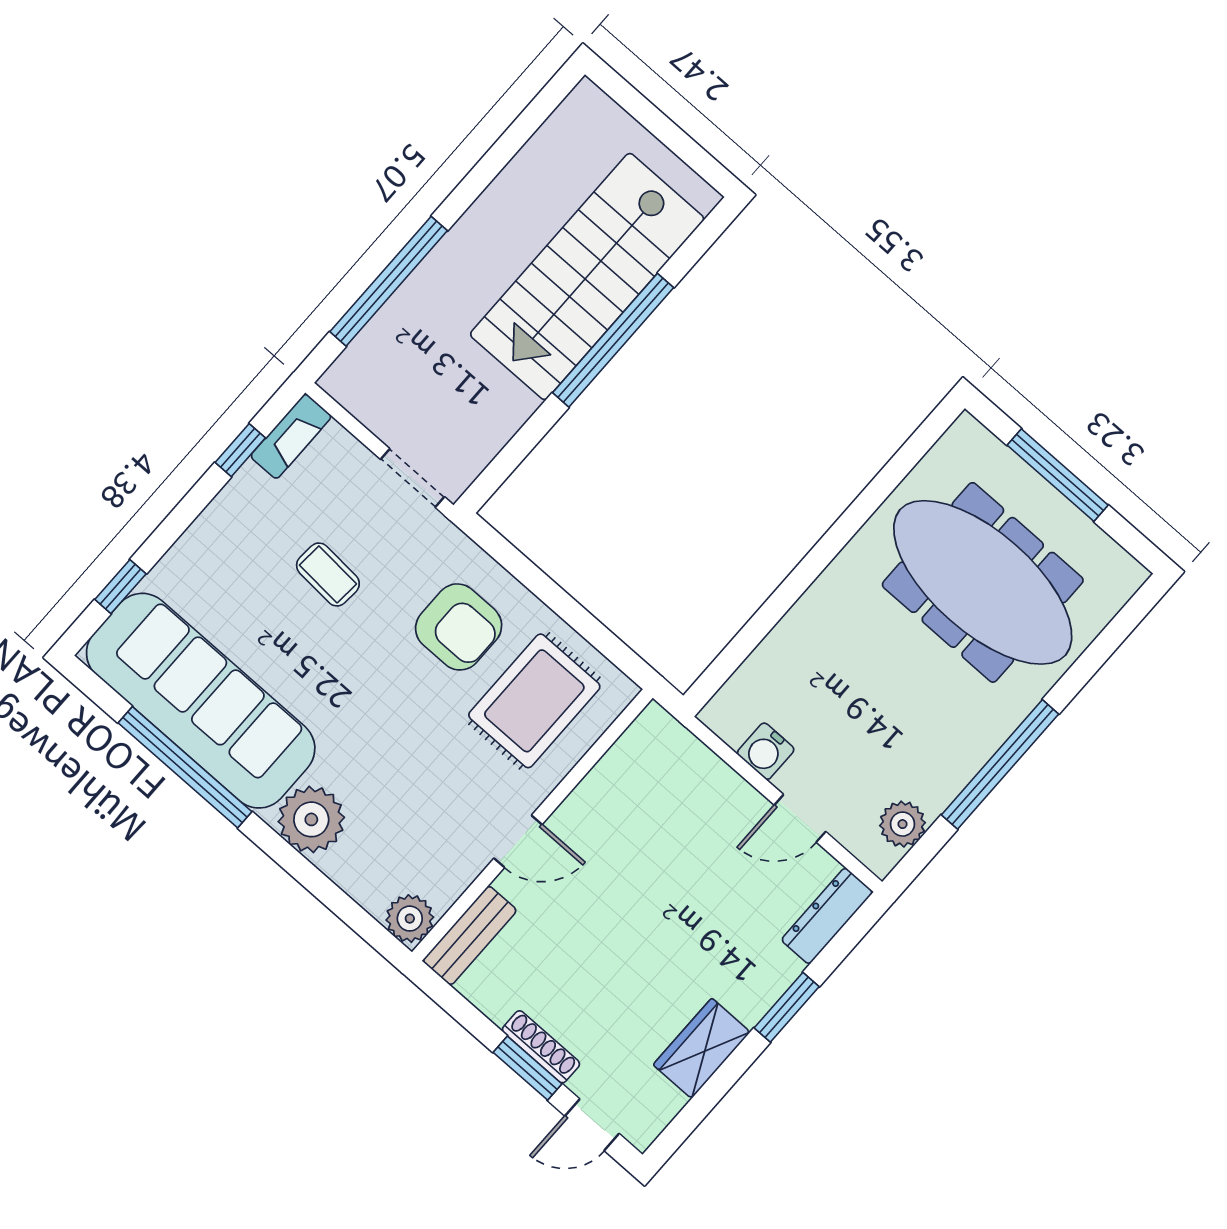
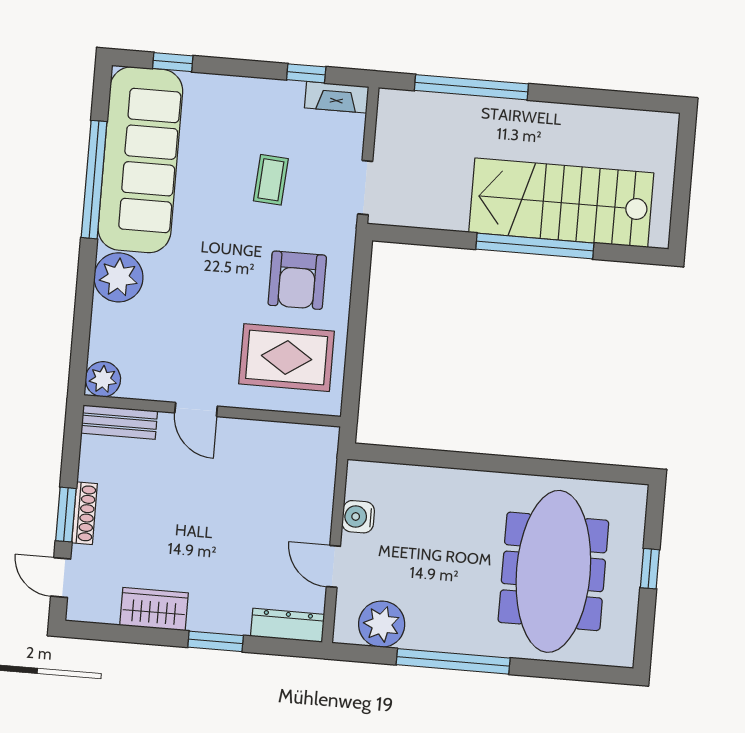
window: (1058, 475) -> (650, 569), width x0.46
plant: (902, 824) -> (382, 624), width x1.36, depth x1.36

